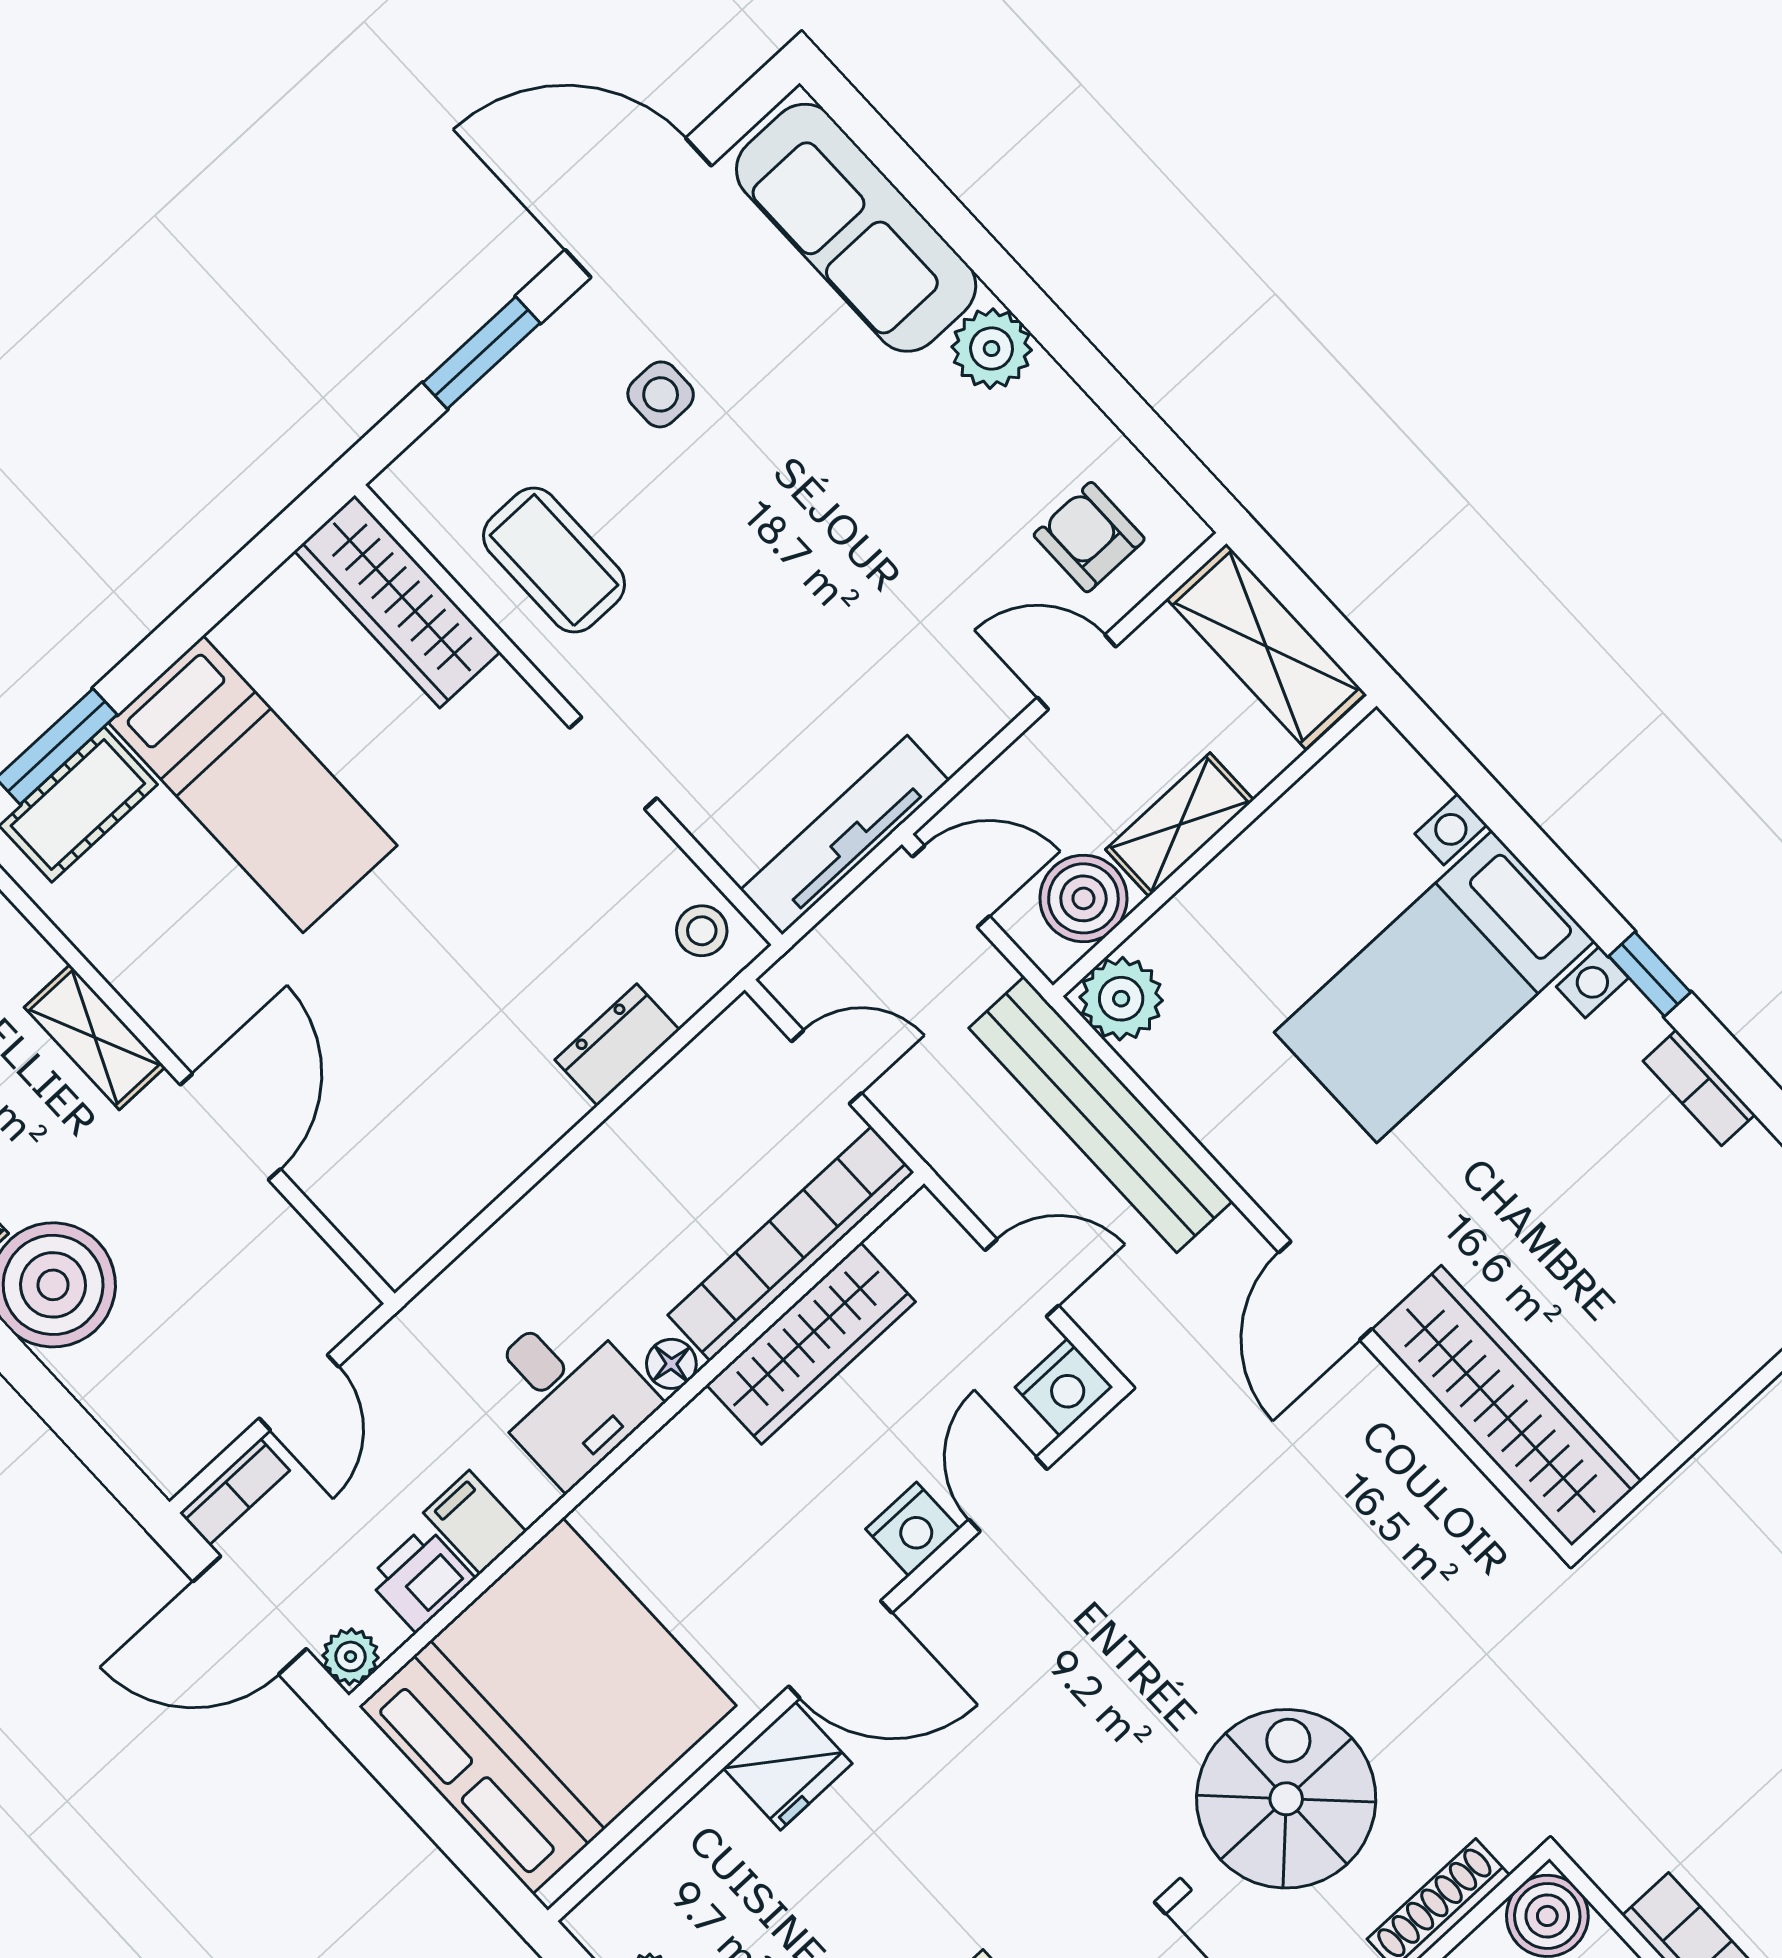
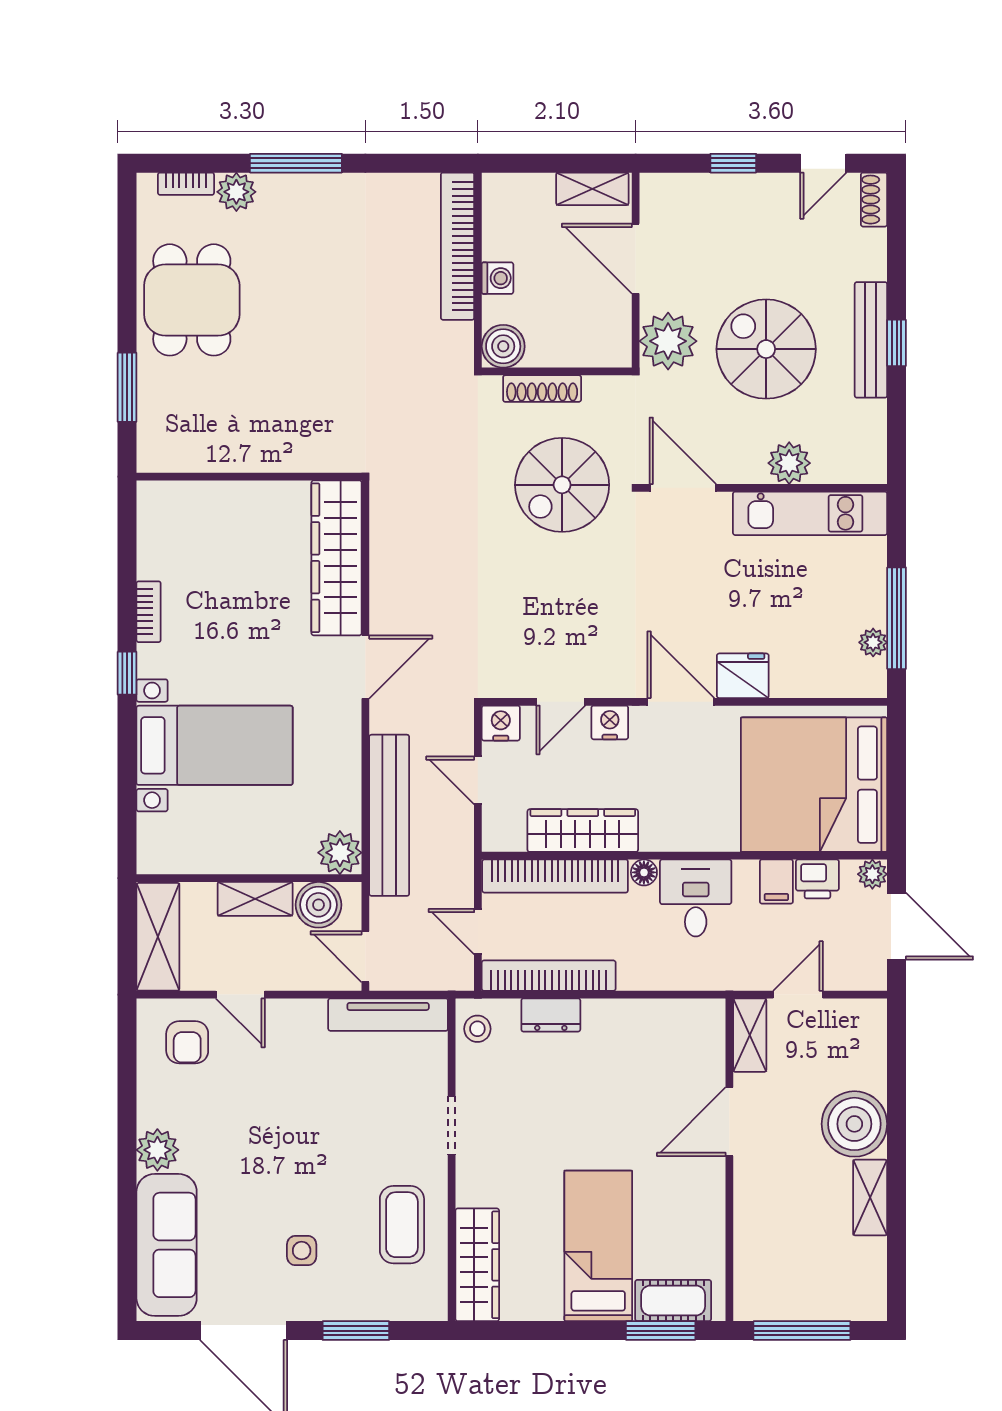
shelving: (95, 1037) -> (750, 1035), moved
bookcase: (235, 1492) -> (549, 976), moved, width x2.31, depth x1.31

